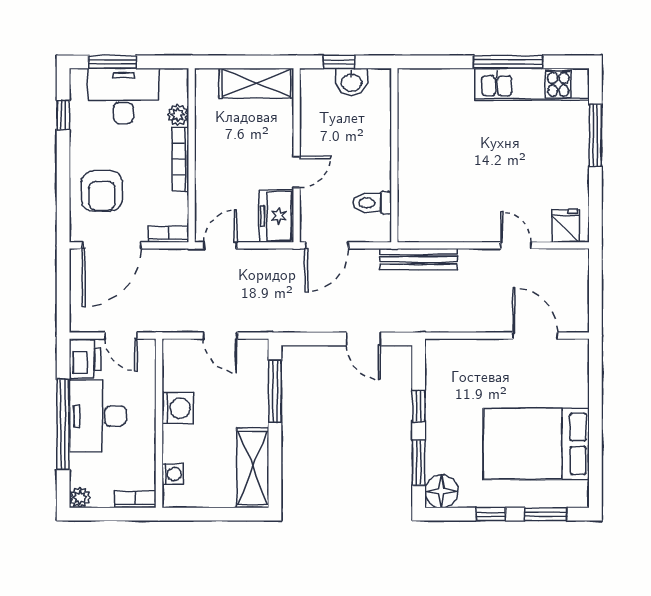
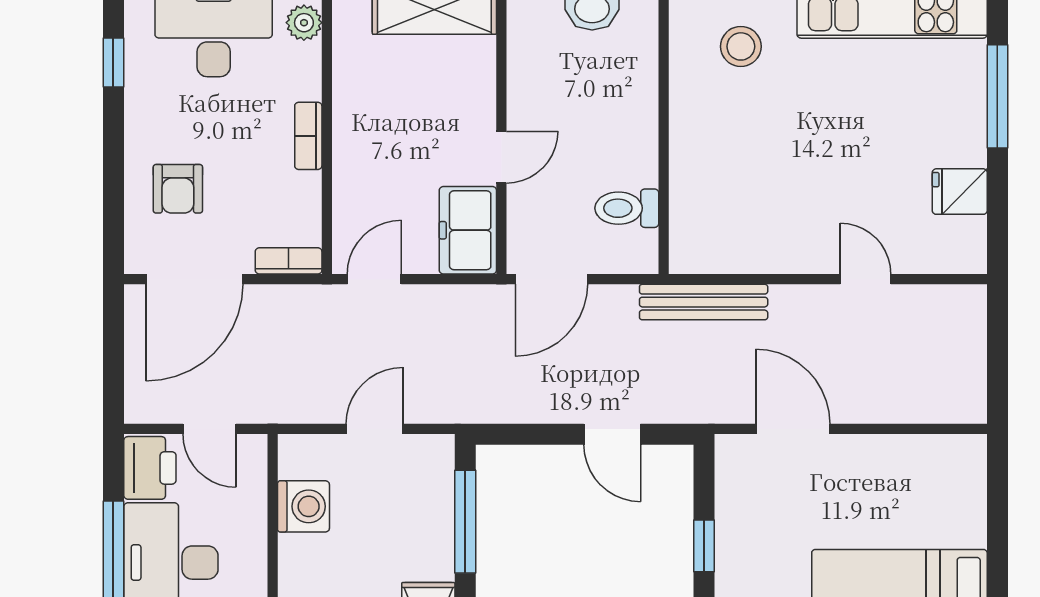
stool: (441, 105) -> (741, 46), added
plant: (178, 115) -> (304, 23), moved
bookcase: (180, 159) -> (308, 136), width x0.64
armchair: (102, 191) -> (178, 189), width x0.72, depth x0.72
fridge: (566, 226) -> (960, 192), moved, turned -90
door: (220, 336) -> (374, 429), swing flipped
door: (535, 336) -> (793, 429), moved
washing machine: (178, 408) -> (303, 506), moved

